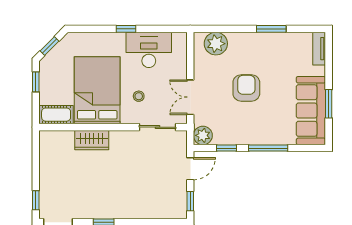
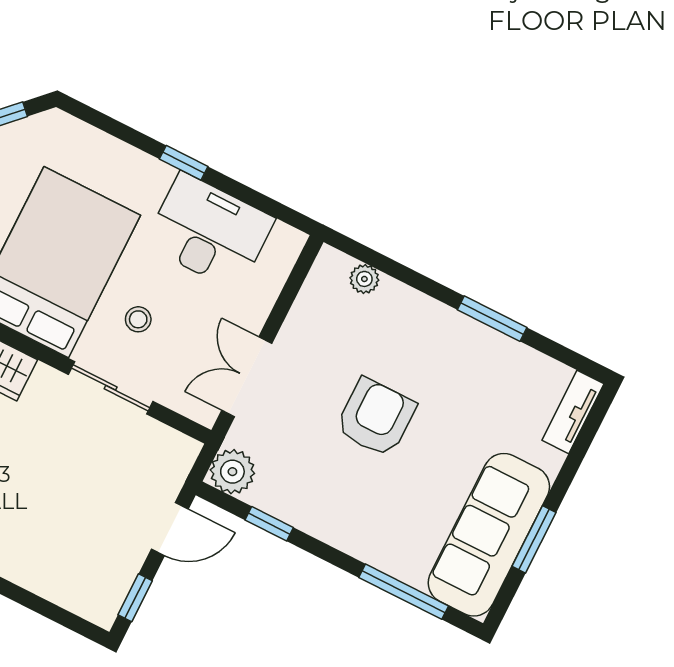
plant: (216, 44) -> (364, 279), width x0.53, depth x0.53
sliding door: (158, 127) -> (111, 388), moved
window: (268, 148) -> (404, 592), moved

